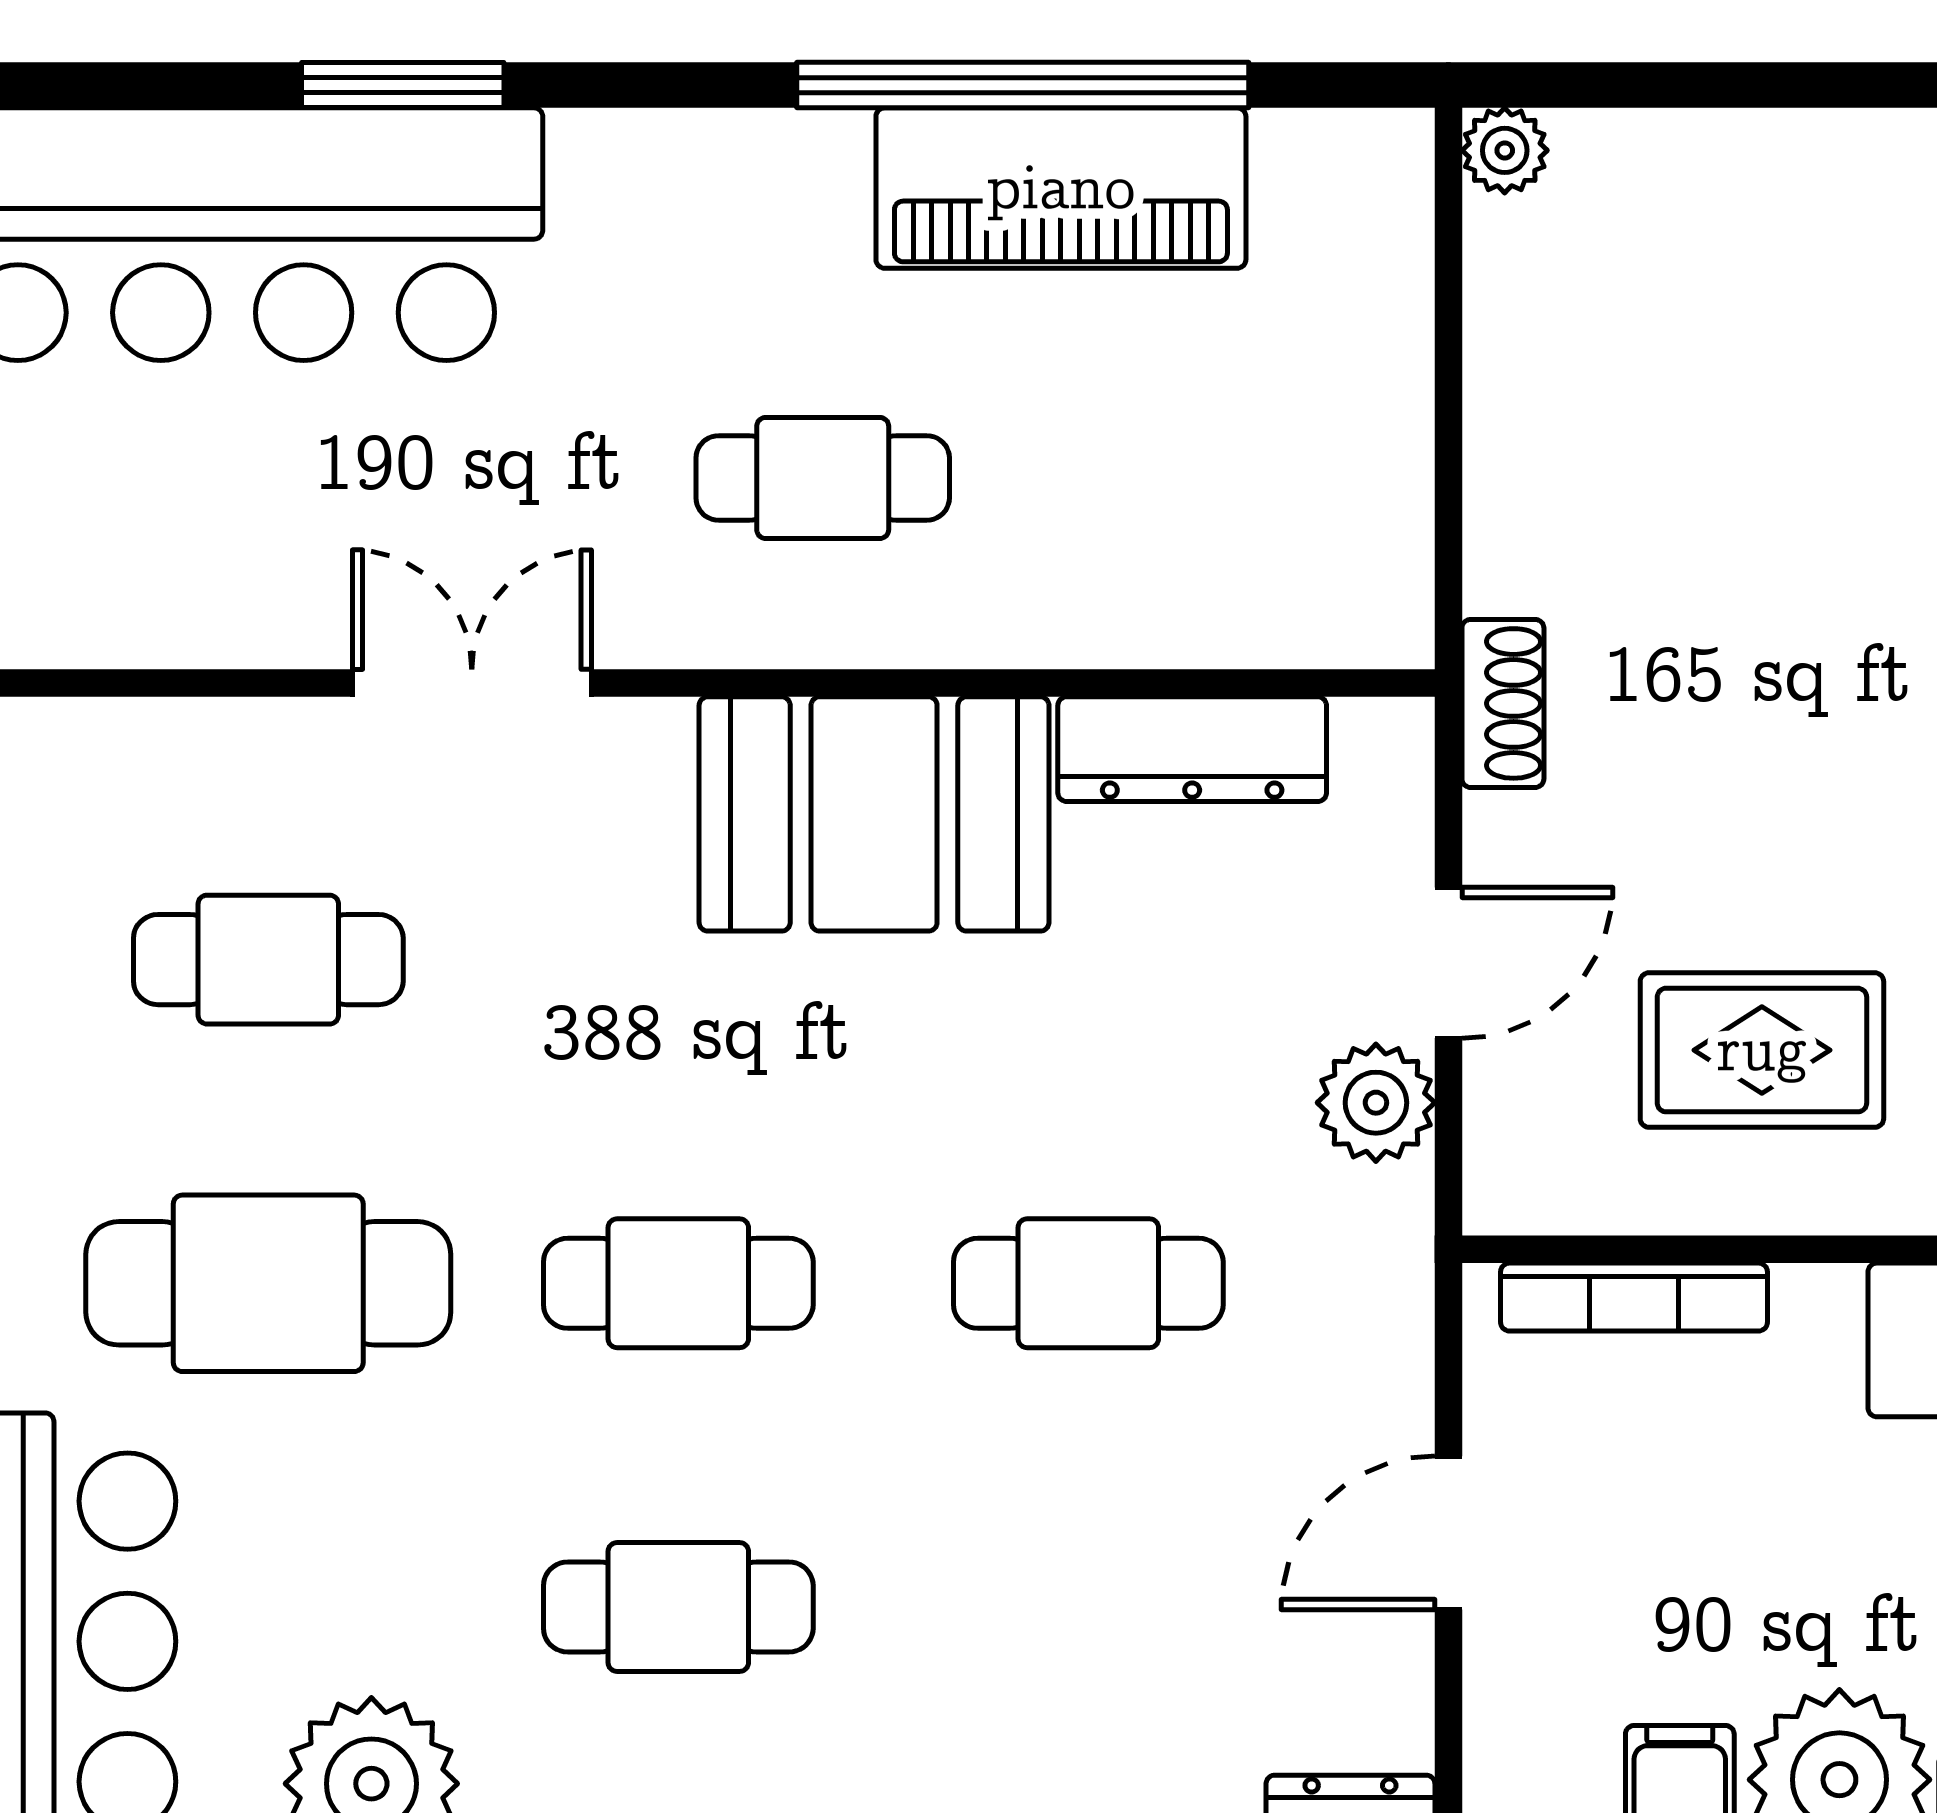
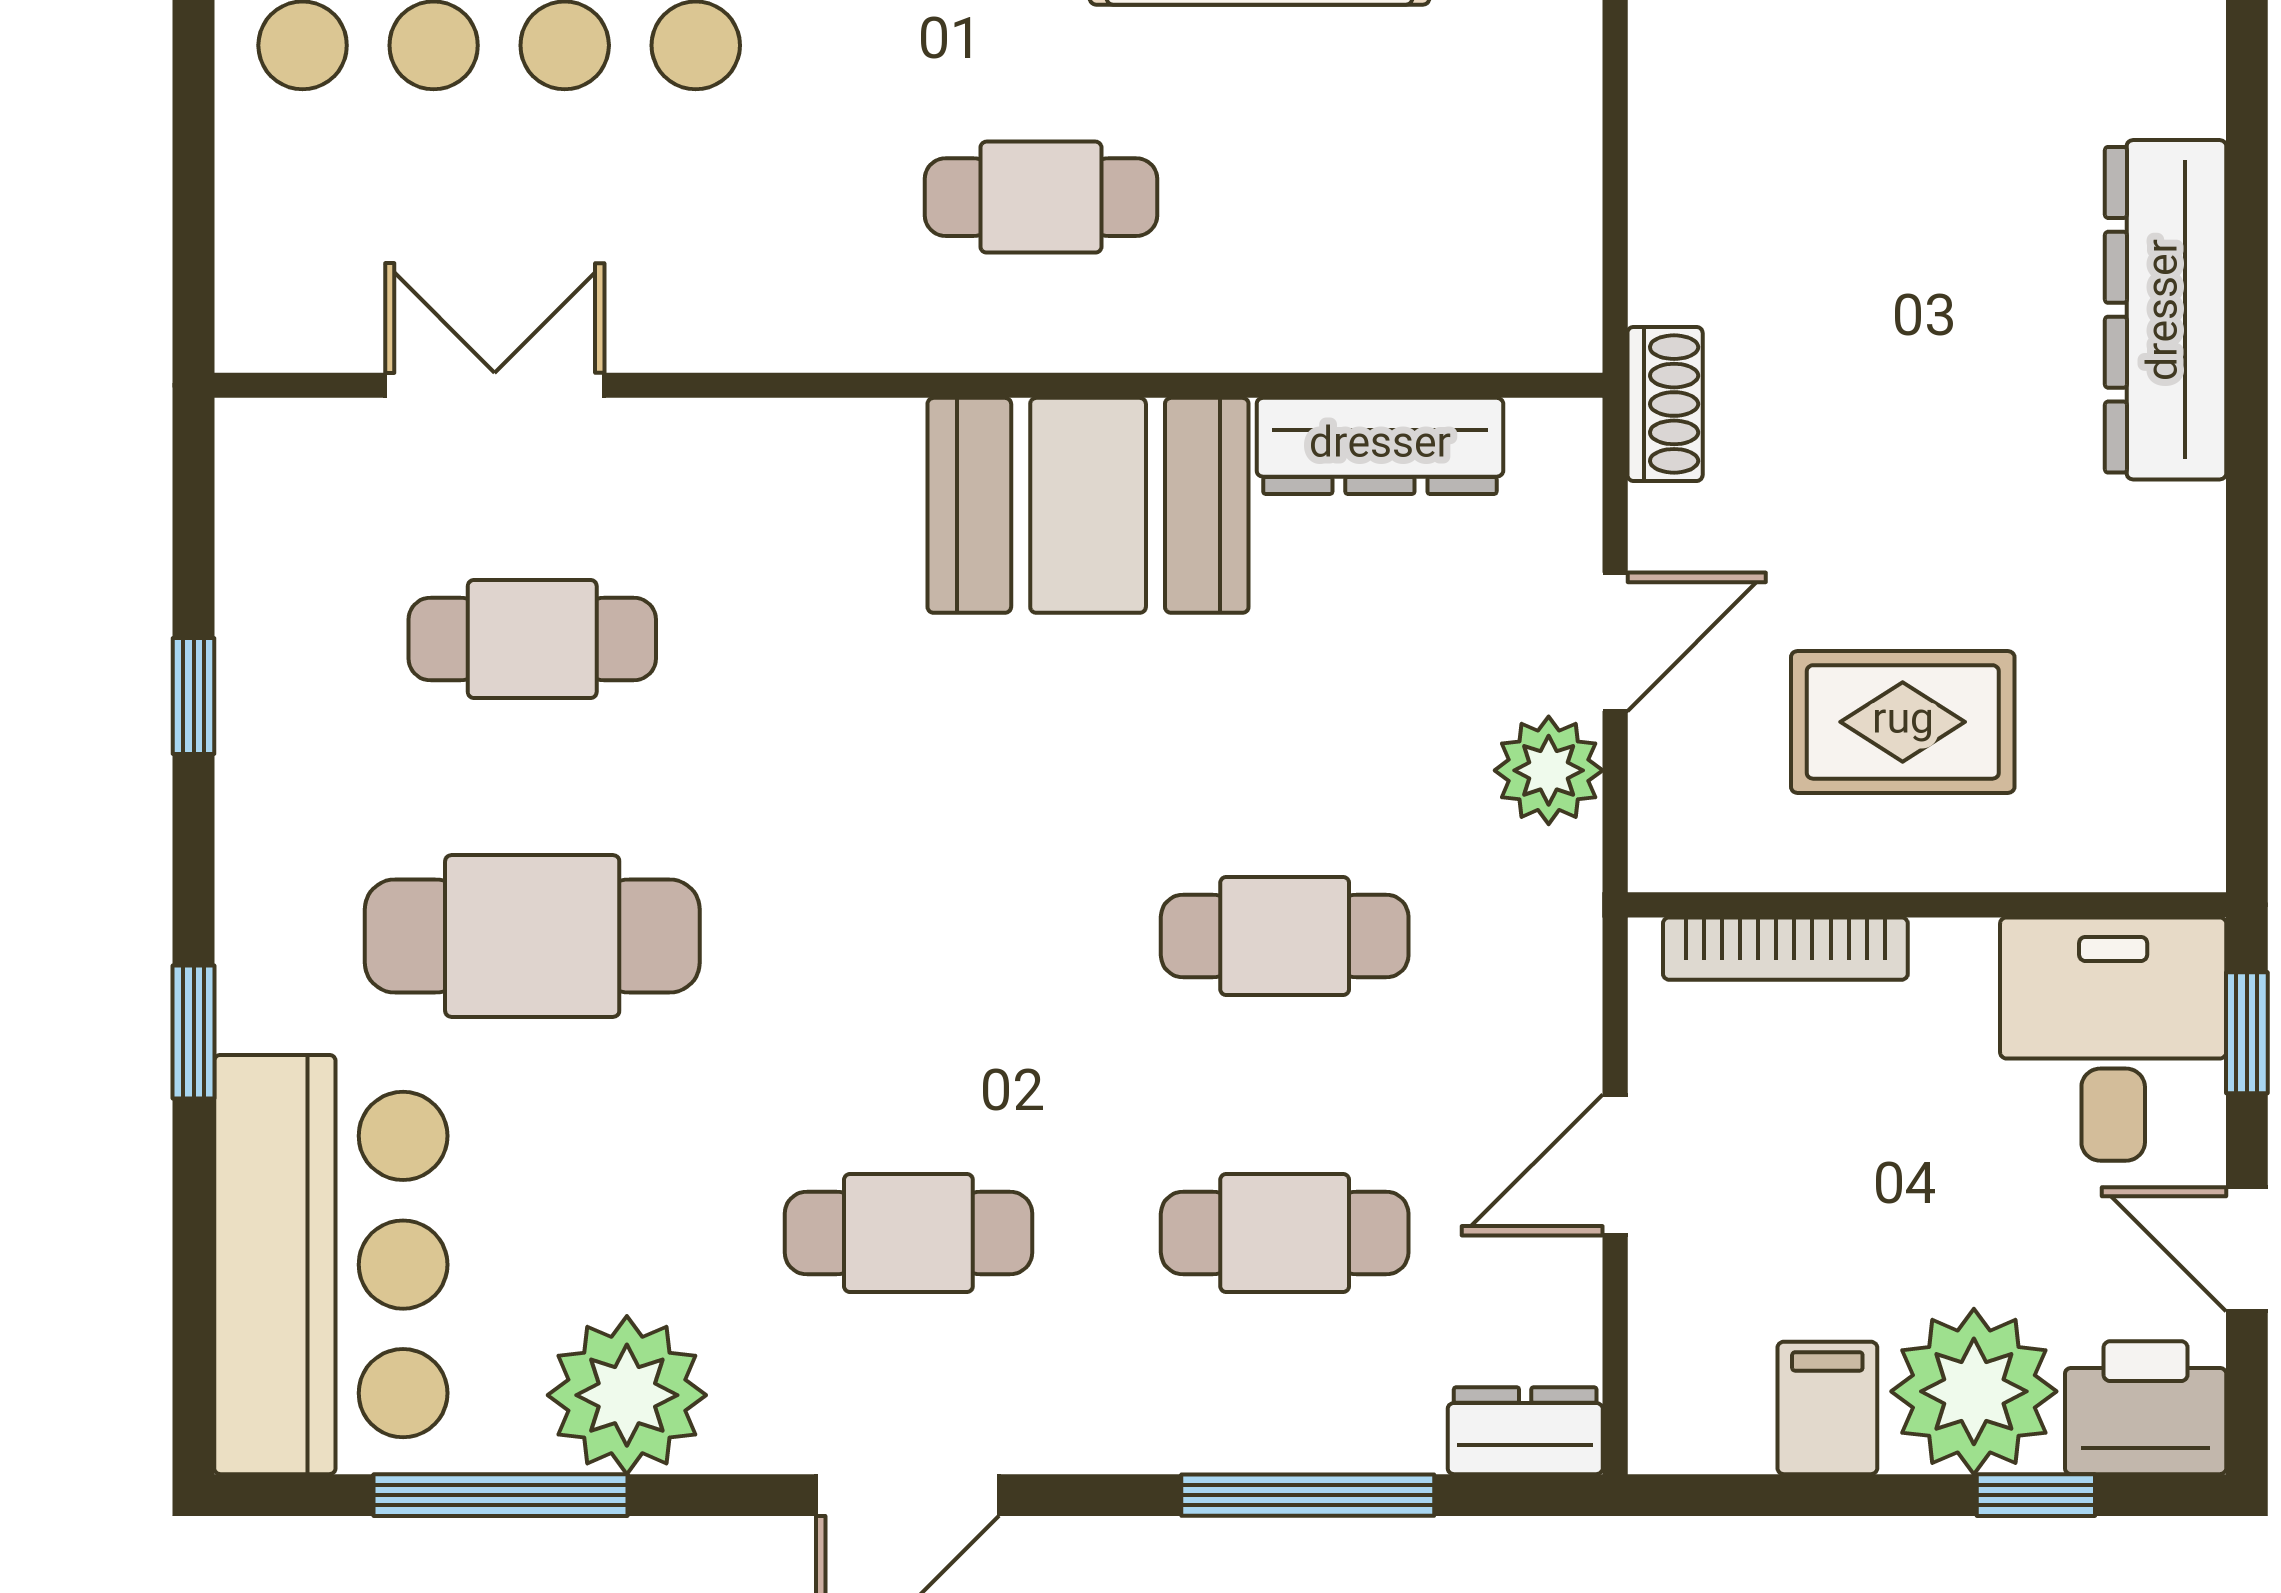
double door: (472, 683) -> (495, 385), moved
cafe table: (678, 1283) -> (1285, 1233), moved

